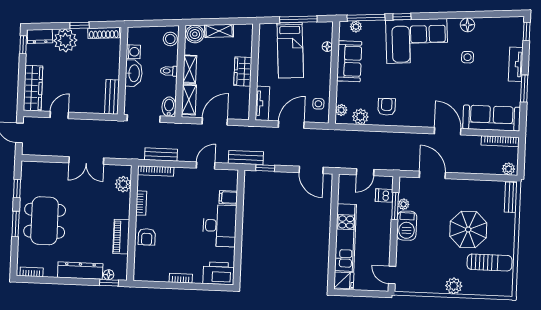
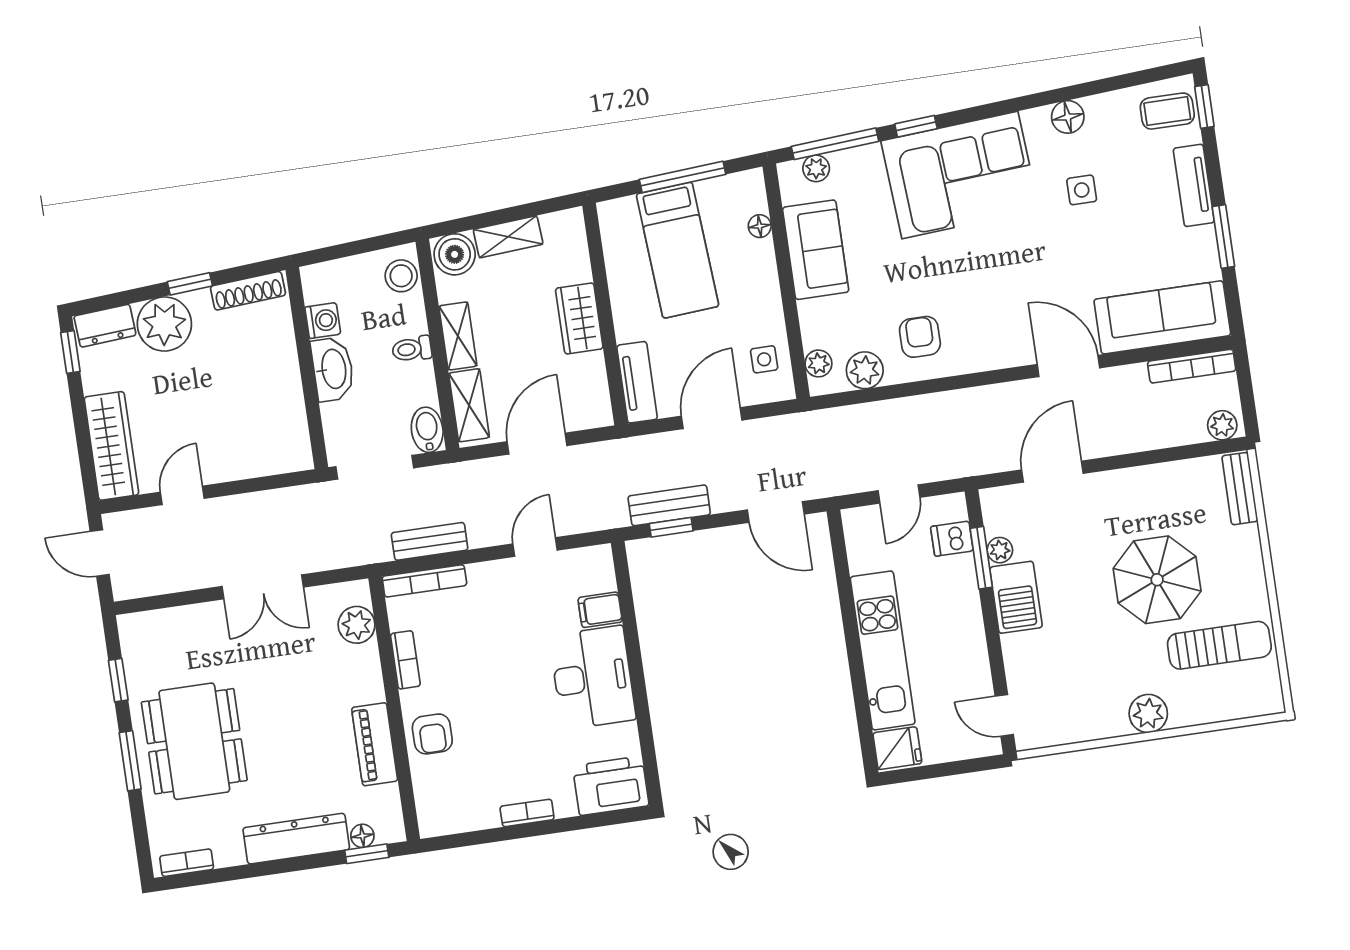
coffee table: (510, 30) -> (1167, 111), added
bench: (112, 97) -> (294, 432), removed
bench: (246, 158) -> (669, 505), moved
door: (432, 175) -> (1052, 472), hinge flipped

